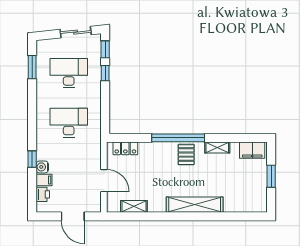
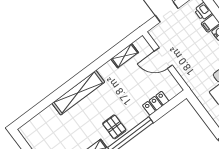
locker: (125, 148) -> (156, 103), moved

